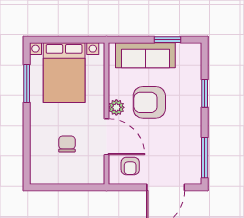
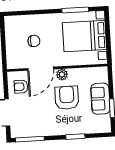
sofa: (145, 55) -> (100, 99), width x0.73

